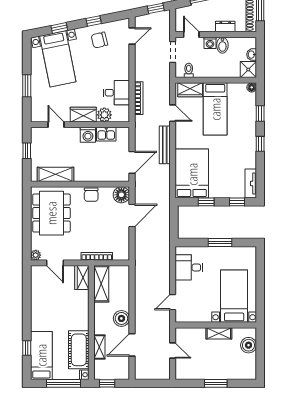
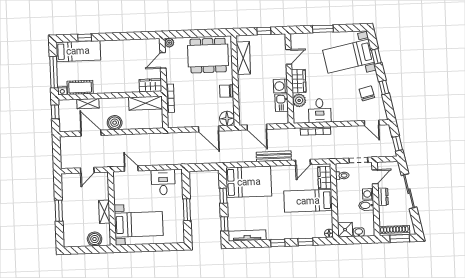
dresser: (225, 26) -> (383, 197), moved
tv unit: (251, 183) -> (247, 235), width x1.41
cot: (79, 350) -> (80, 87), width x0.73, depth x0.75

